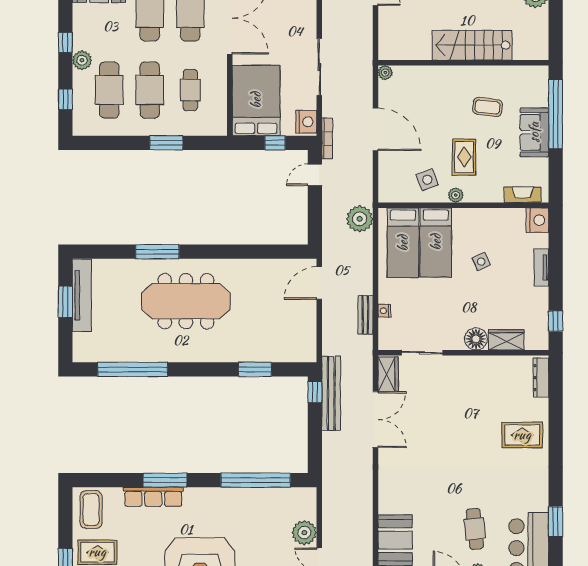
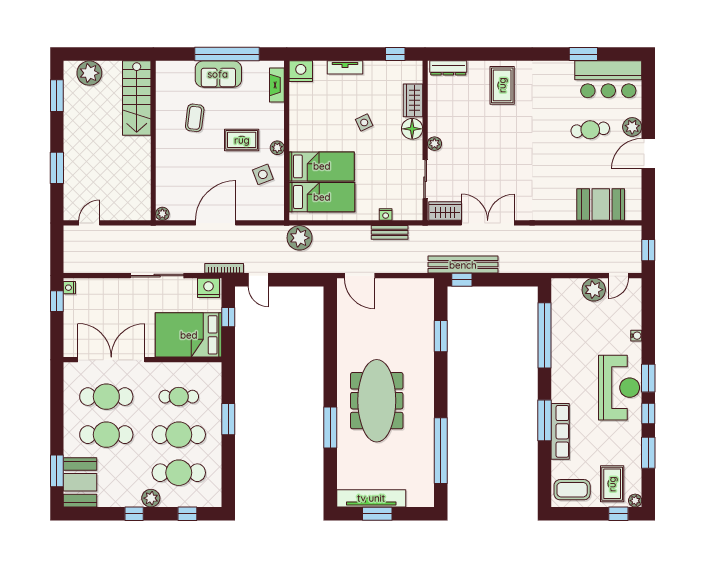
stairs: (472, 45) -> (137, 98), moved
window: (556, 114) -> (227, 54), moved
side table: (481, 261) -> (364, 123), moved
plant: (460, 363) -> (434, 144), added

